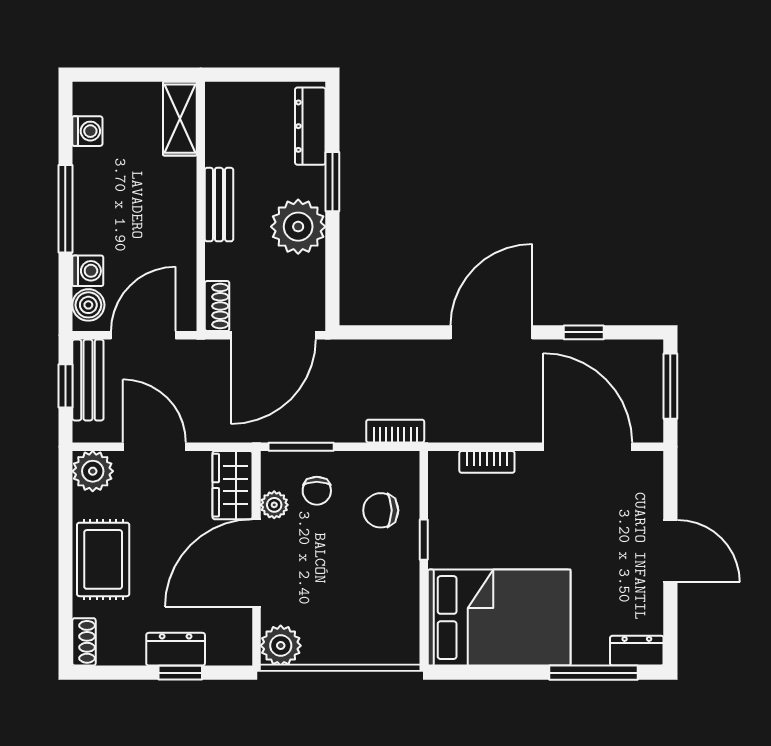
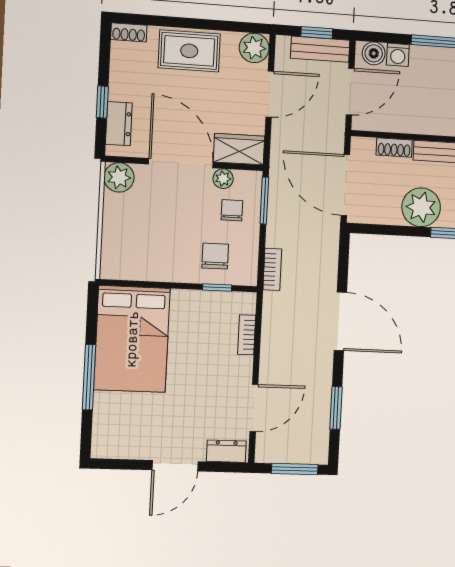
shoe rack: (217, 306) -> (394, 148), moved
door: (491, 332) -> (340, 321), moved
window: (584, 332) -> (336, 408), width x1.50
door: (143, 335) -> (350, 91), hinge flipped
door: (588, 447) -> (254, 408), width x0.73
chair: (317, 491) -> (232, 210), turned 90
window: (424, 540) -> (217, 288), moved
dresser: (176, 649) -> (119, 124), moved
dresser: (637, 651) -> (226, 451), moved, turned -90
window: (593, 673) -> (89, 377), moved

